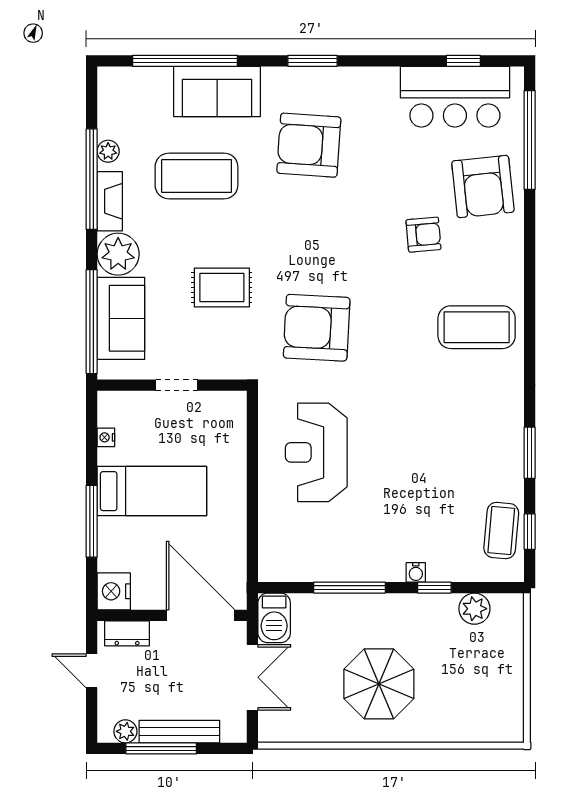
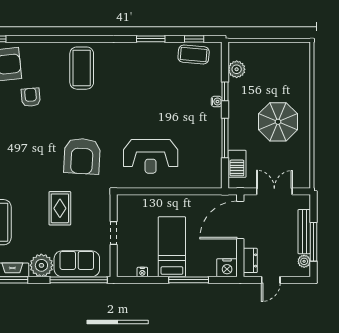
barbecue: (274, 618) -> (237, 164), moved, turned 90

